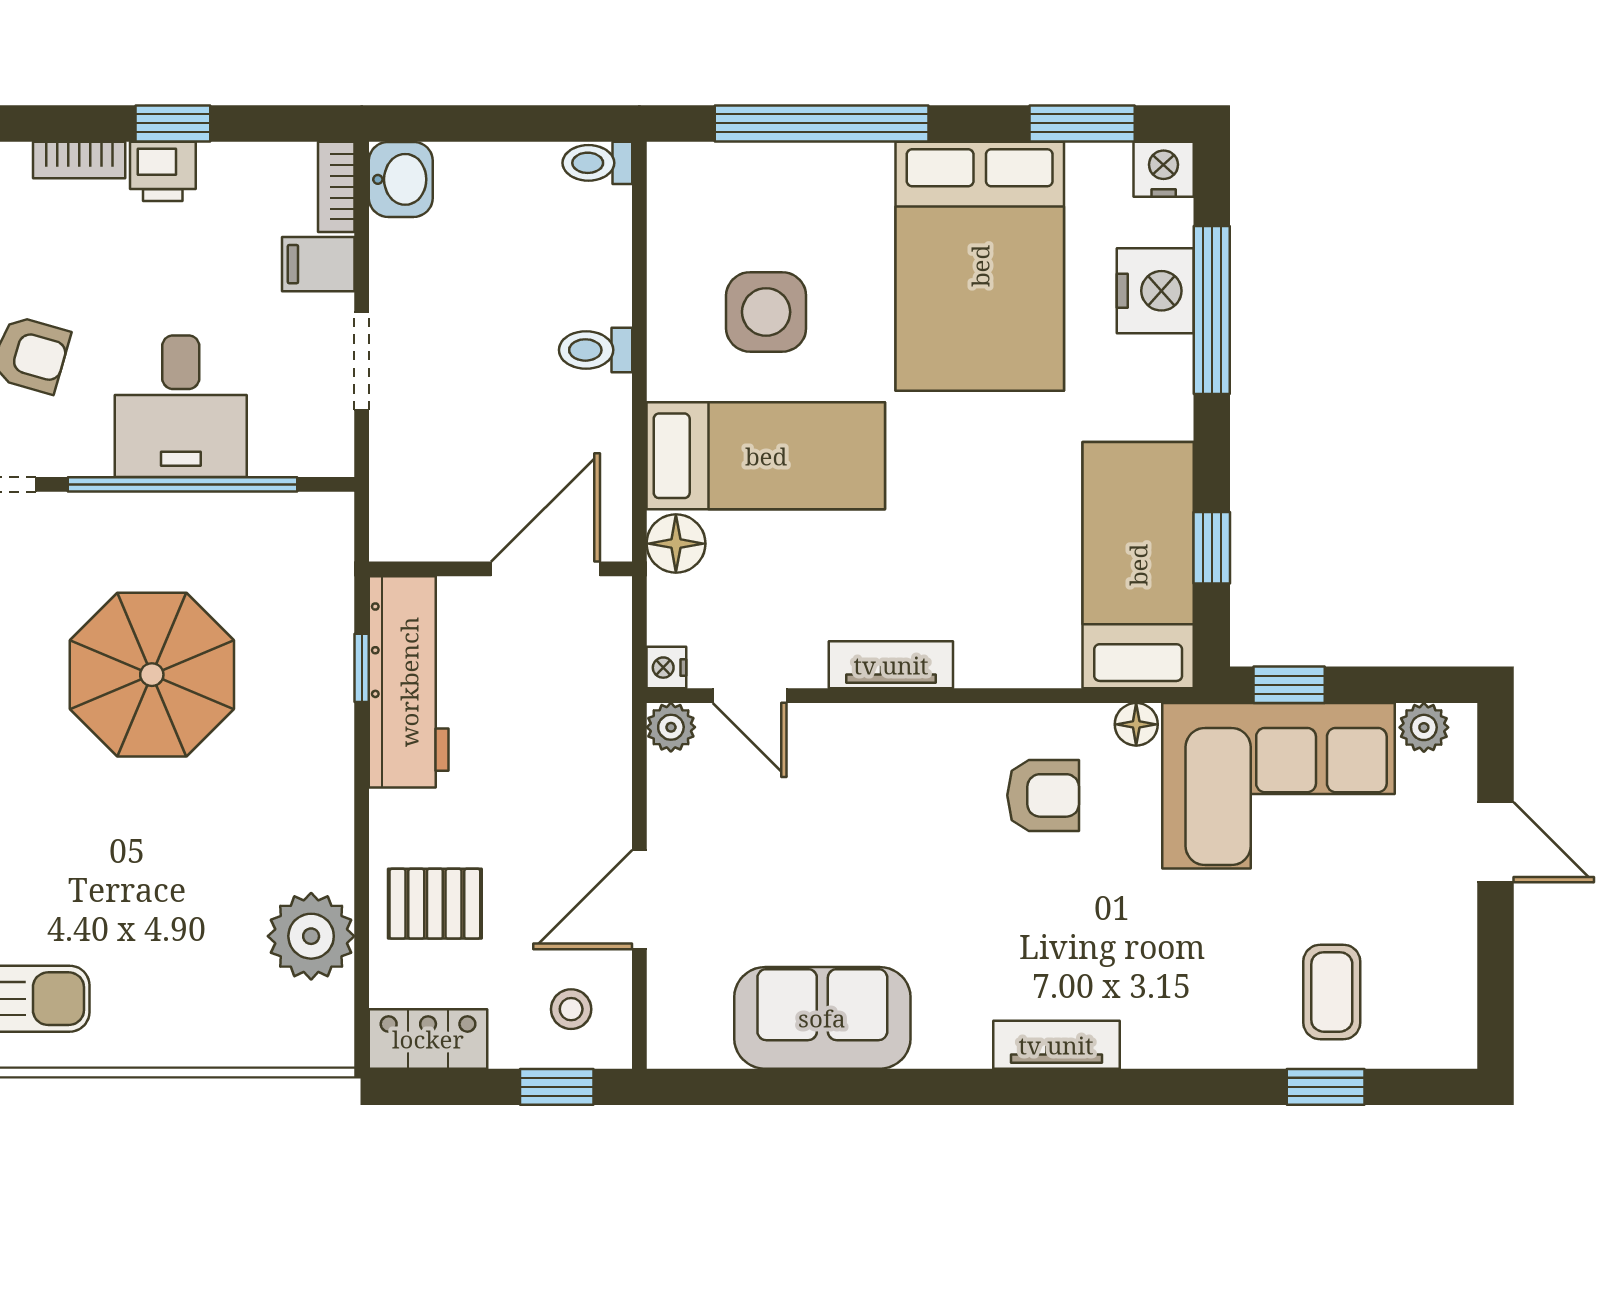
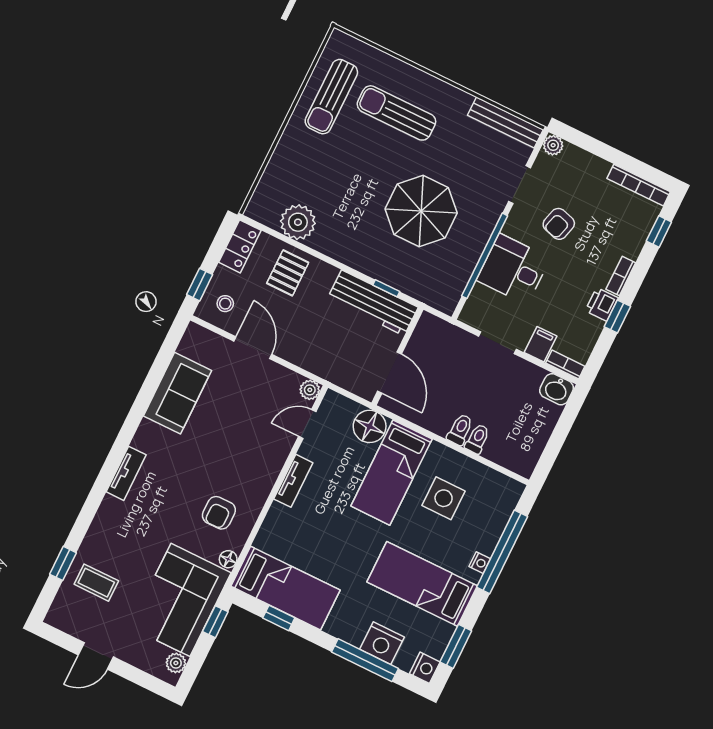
toilet: (597, 163) -> (477, 439), moved
bed: (980, 266) -> (422, 584), width x0.67
floor lamp: (676, 544) -> (370, 426), width x1.38, depth x1.38
nightstand: (666, 668) -> (480, 563), moved, turned 90
door: (1495, 842) -> (96, 656), moved

